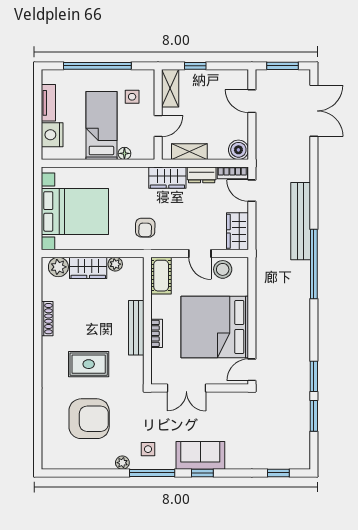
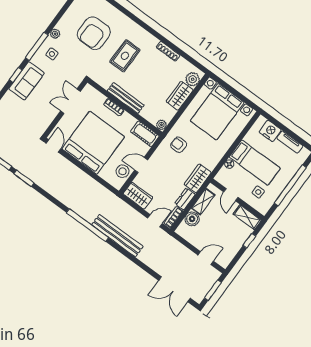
boiler: (238, 150) -> (192, 219), moved
plant: (115, 264) -> (161, 125), moved

